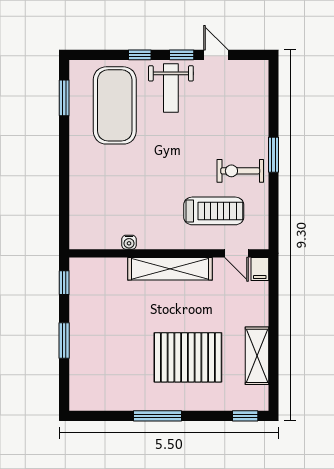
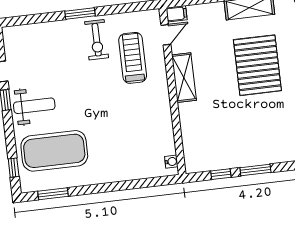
window: (140, 55) -> (14, 168), moved
water cooler: (129, 242) -> (171, 162), moved
shelving: (170, 269) -> (184, 78), width x0.68
window: (64, 283) -> (221, 174), moved

